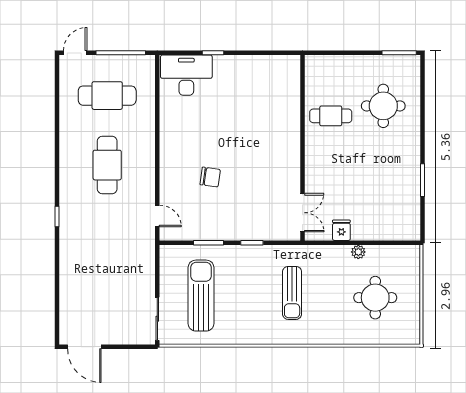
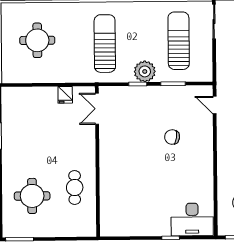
cafe table: (331, 116) -> (75, 187), turned 90
plant: (358, 252) -> (145, 71), moved, width x1.88, depth x1.88
sun lounger: (292, 293) -> (105, 44), width x1.36, depth x1.34
sun lounger: (201, 296) -> (179, 41), turned 180

